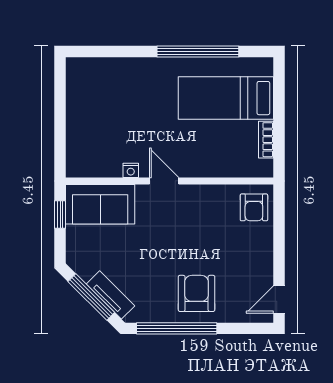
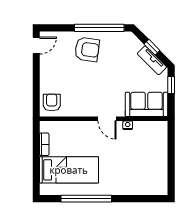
window: (60, 214) -> (171, 85), moved
armchair: (197, 293) -> (87, 49), turned -82
tv unit: (111, 295) -> (152, 60), moved
window: (91, 297) -> (152, 47), width x0.46

